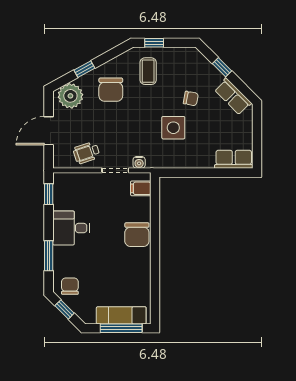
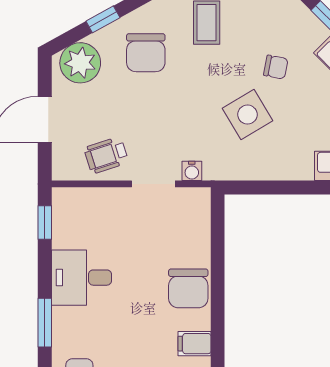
side table: (173, 128) -> (247, 115), turned -31
filing cabinet: (141, 188) -> (194, 344), moved

